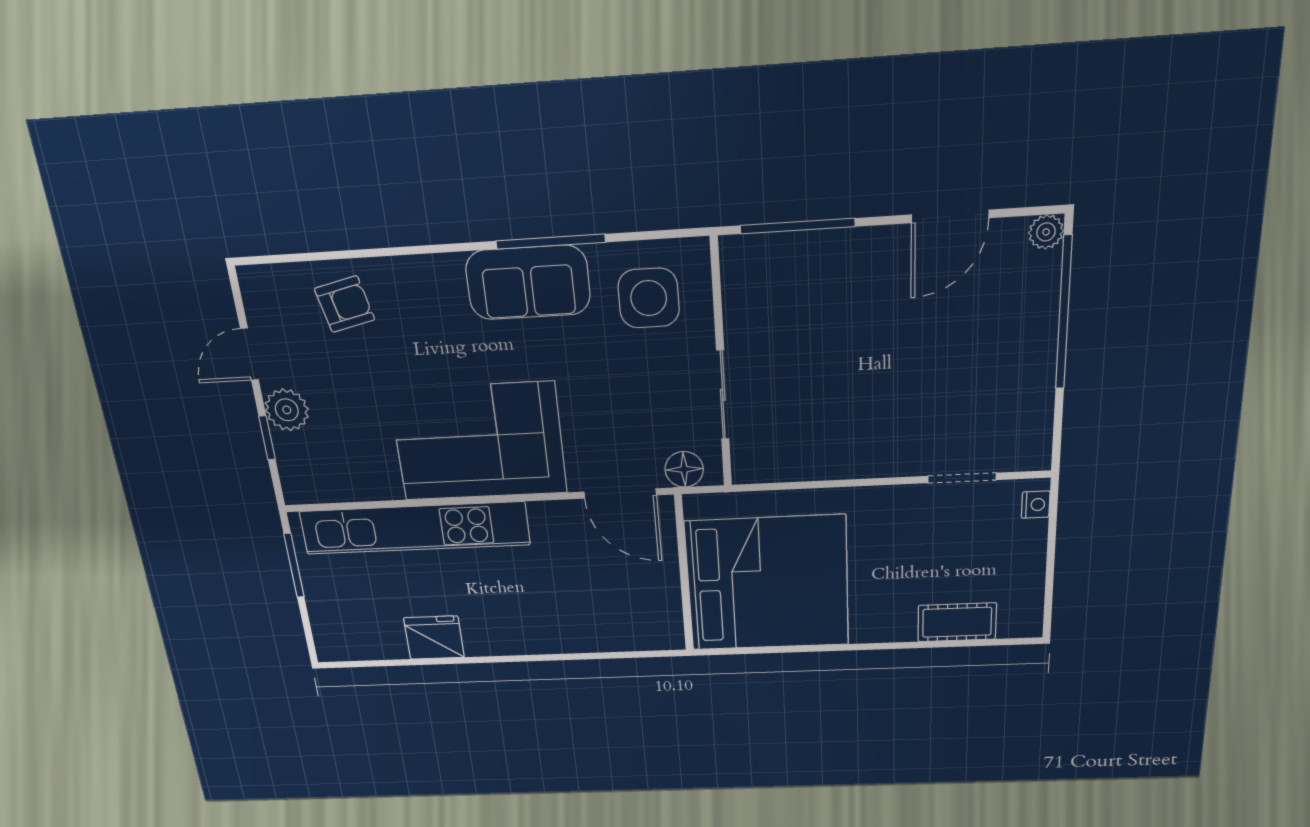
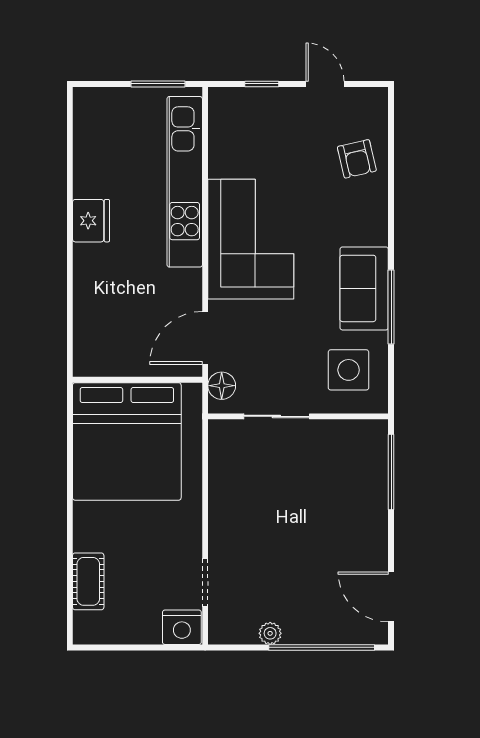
door: (950, 216) -> (391, 597), moved
plant: (1046, 232) -> (270, 633), moved
plant: (287, 410) -> (282, 103), removed
nightstand: (1036, 505) -> (182, 627), width x1.89, depth x1.79
fridge: (434, 638) -> (91, 221), moved

